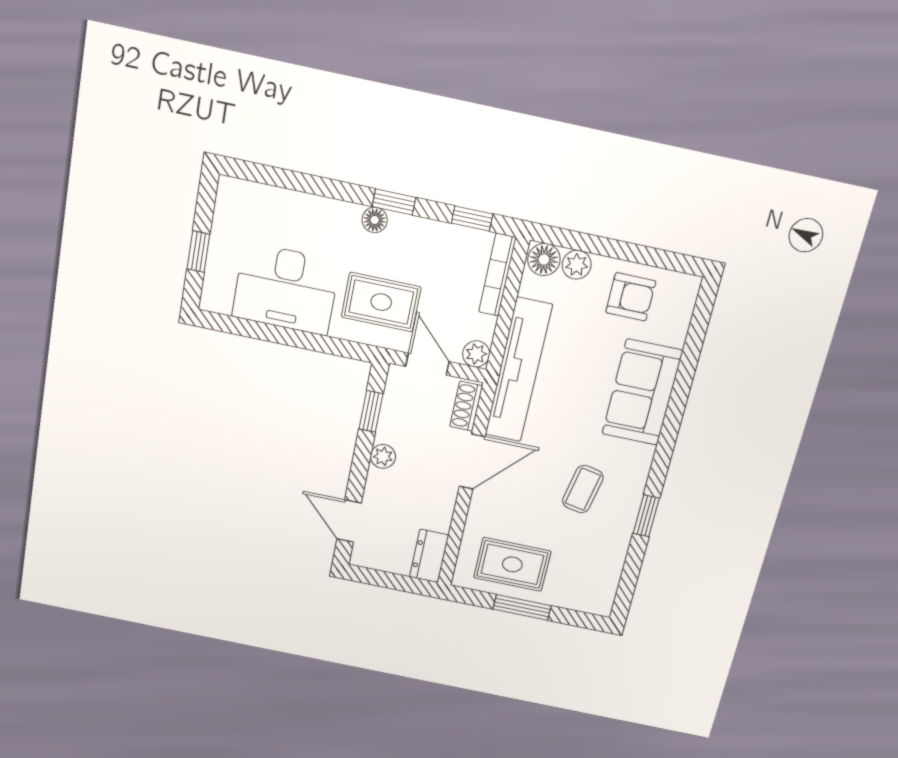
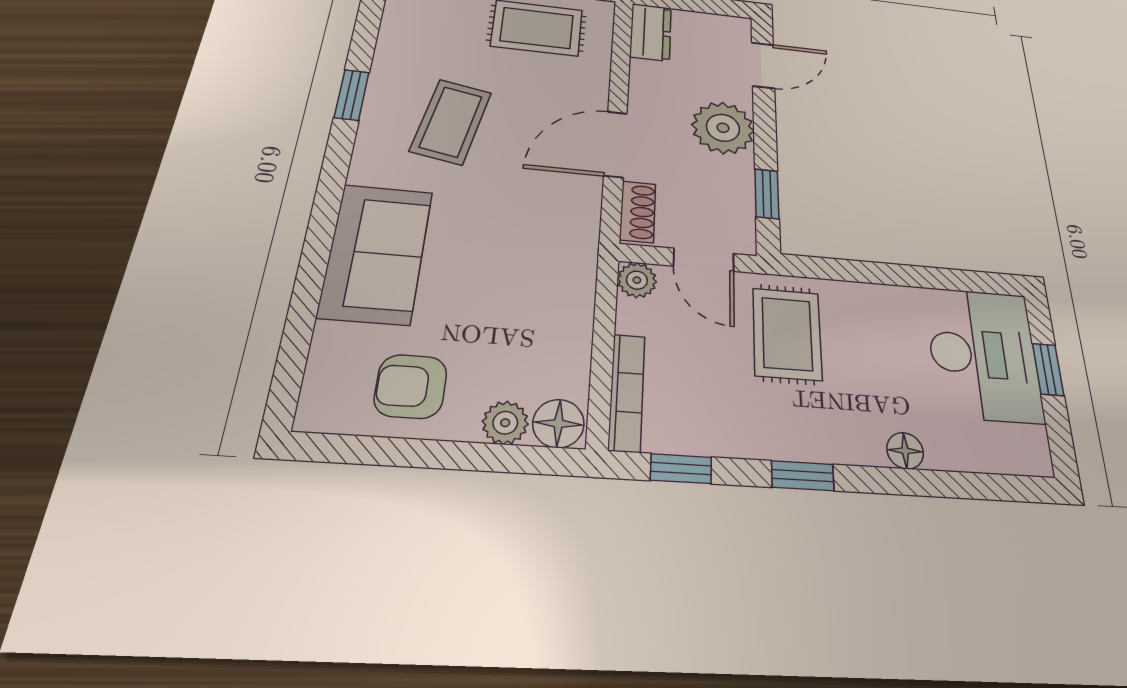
floor lamp: (375, 220) -> (905, 451), moved
desk: (286, 289) -> (983, 354), moved, turned 90
rug: (381, 302) -> (787, 334), turned 90
tv unit: (518, 370) -> (571, 265), removed
plant: (383, 456) -> (723, 128), width x1.87, depth x1.87
coffee table: (583, 489) -> (451, 122), width x1.36, depth x1.30
door: (349, 521) -> (763, 65), hinge flipped

